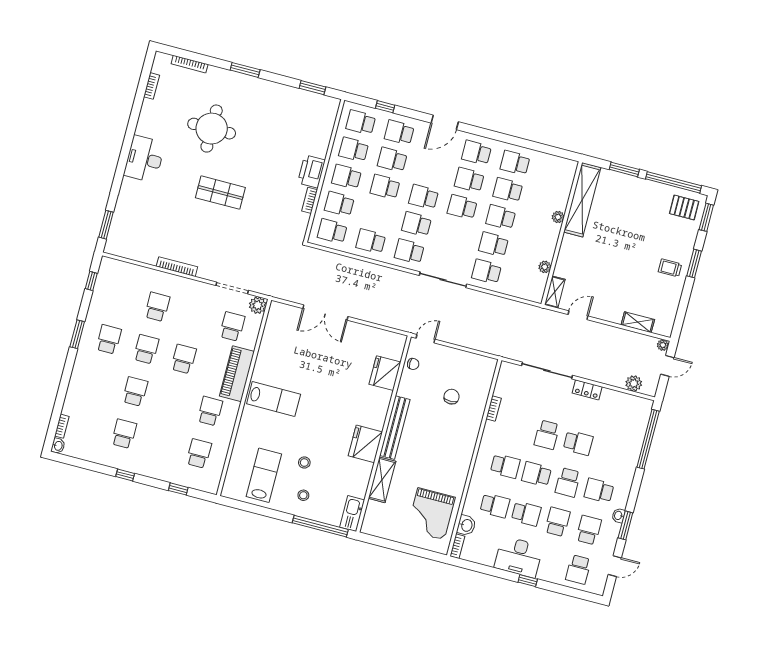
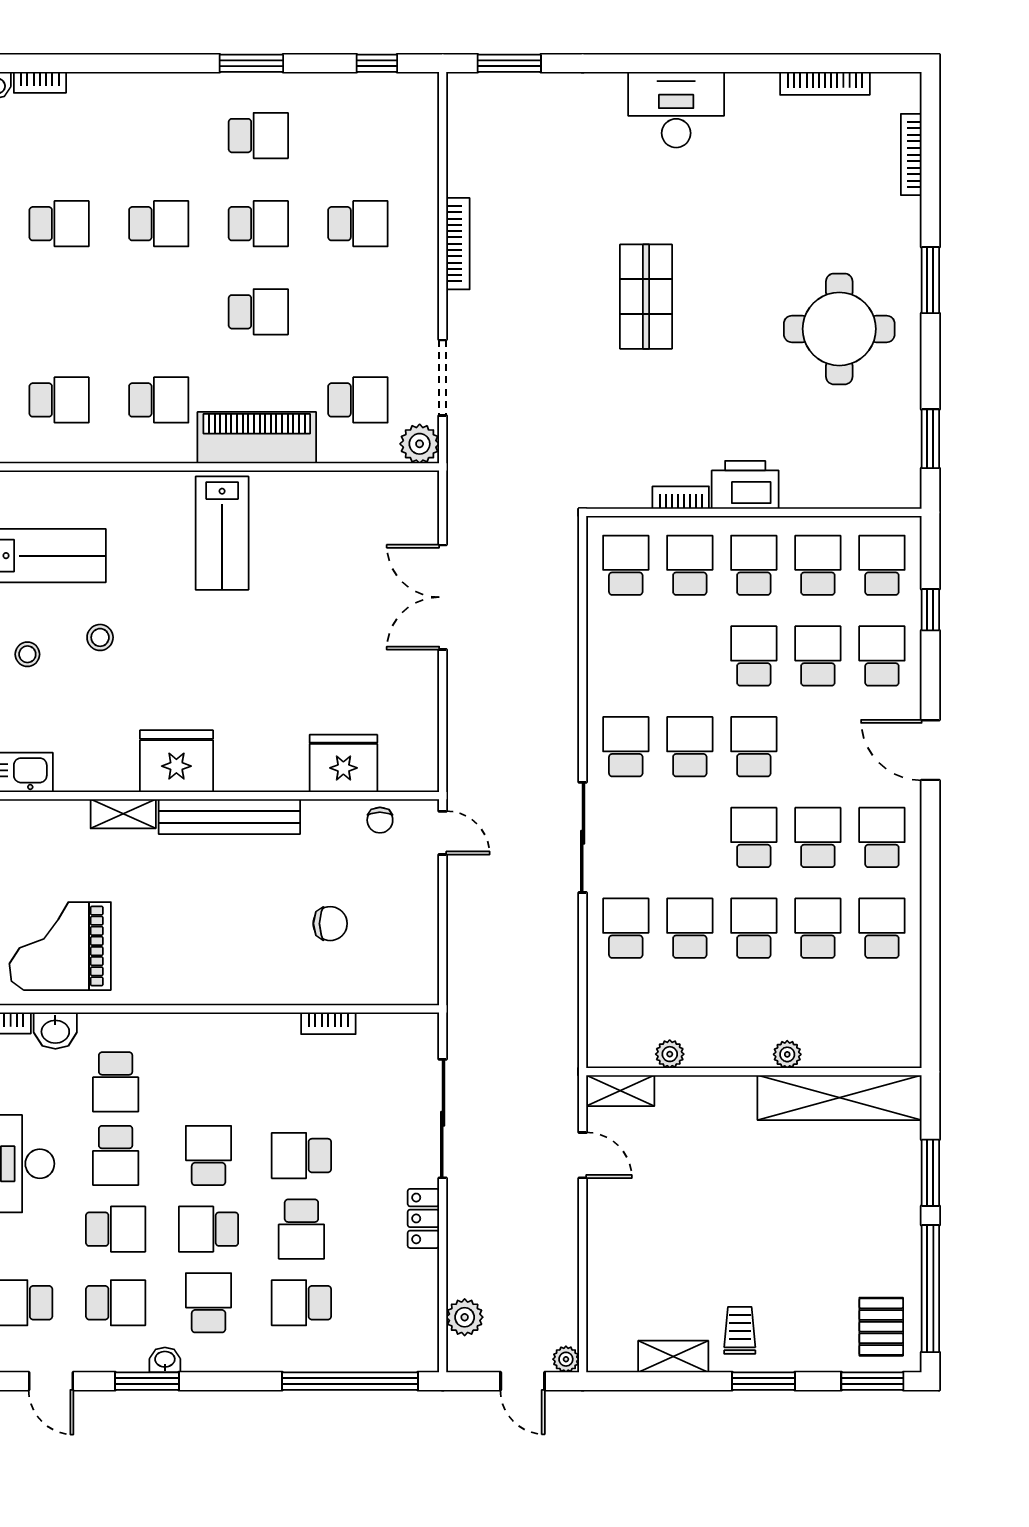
bookcase: (152, 86) -> (825, 83), width x1.56
round table: (212, 129) -> (839, 329), moved
school desk: (371, 241) -> (626, 656), removed
shelving: (638, 322) -> (673, 1357), moved, turned 90
school desk: (505, 466) -> (301, 1303), moved, turned 90
shelving: (382, 480) -> (123, 814), width x0.67, depth x0.75

